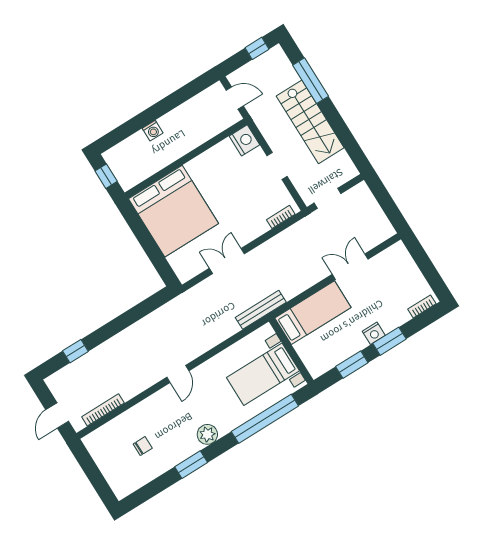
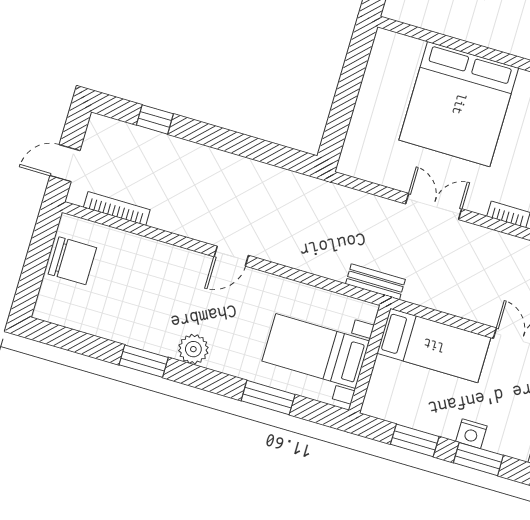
bed: (174, 211) -> (459, 104), moved
double door: (227, 261) -> (434, 206), moved
bench: (261, 310) -> (375, 282), width x0.73
window: (265, 419) -> (268, 398), width x0.47
chair: (143, 446) -> (72, 261), moved, width x1.87, depth x1.87

